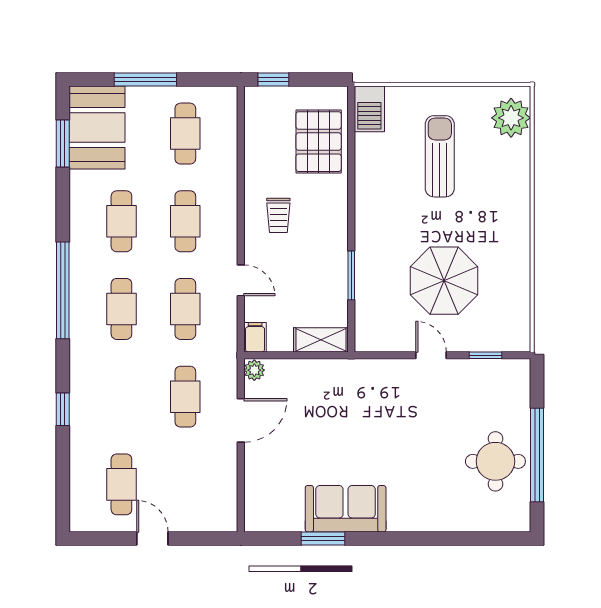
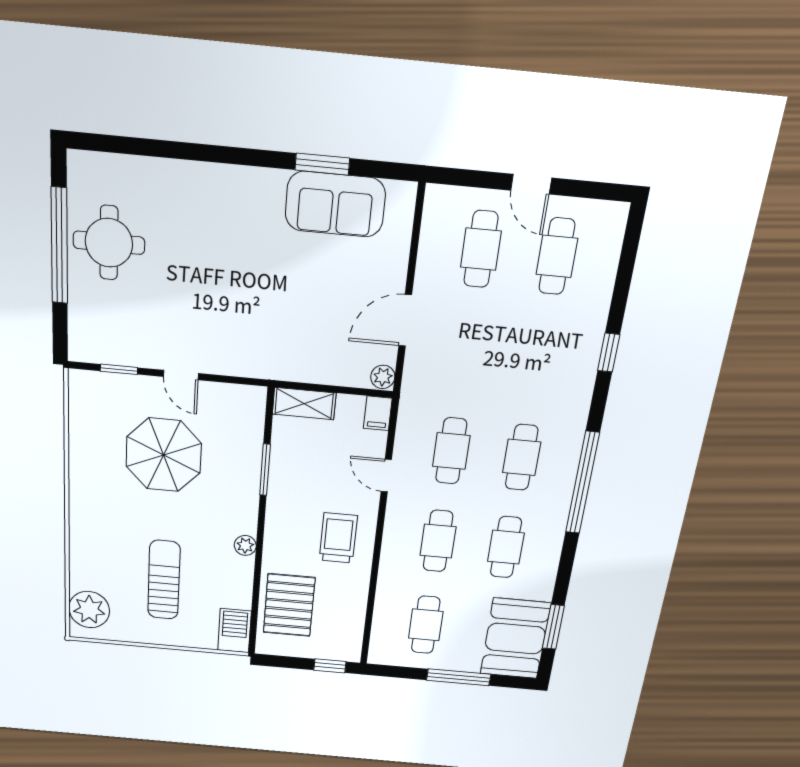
sun lounger: (440, 156) -> (164, 580), turned 180
plant: (365, 199) -> (245, 545), added
trolley: (278, 215) -> (338, 538), width x1.36, depth x1.39
cafe table: (185, 397) -> (481, 249), moved
sofa: (346, 509) -> (335, 204), moved

